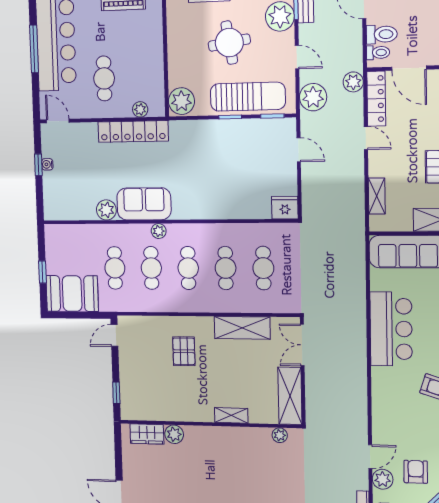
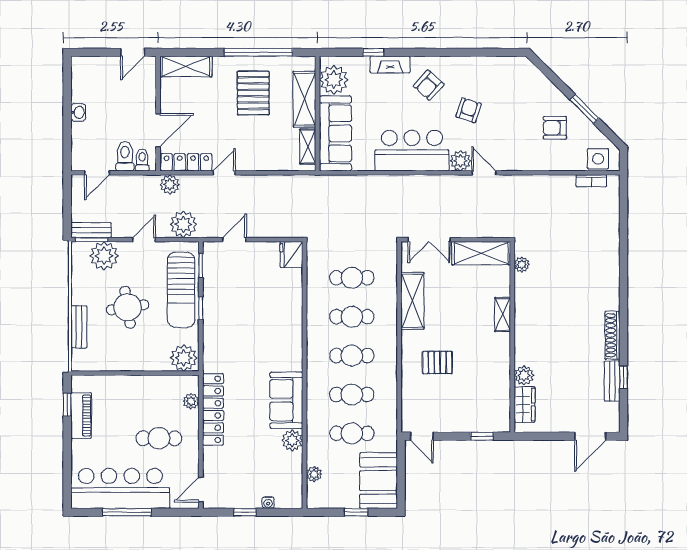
sun lounger: (248, 97) -> (181, 290), turned 180
water cooler: (47, 164) -> (268, 503), moved
shelving: (377, 196) -> (308, 147), moved, turned 90
plant: (159, 231) -> (314, 474), moved
door: (370, 457) -> (484, 173), moved
plant: (383, 479) -> (460, 161), moved

